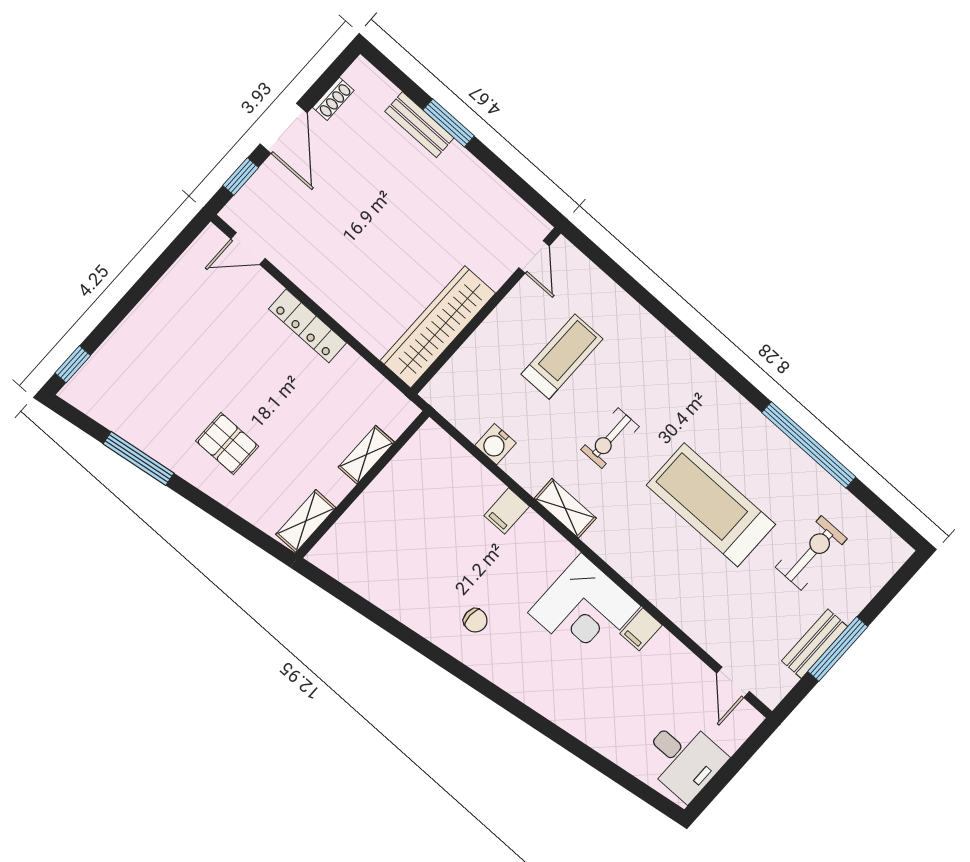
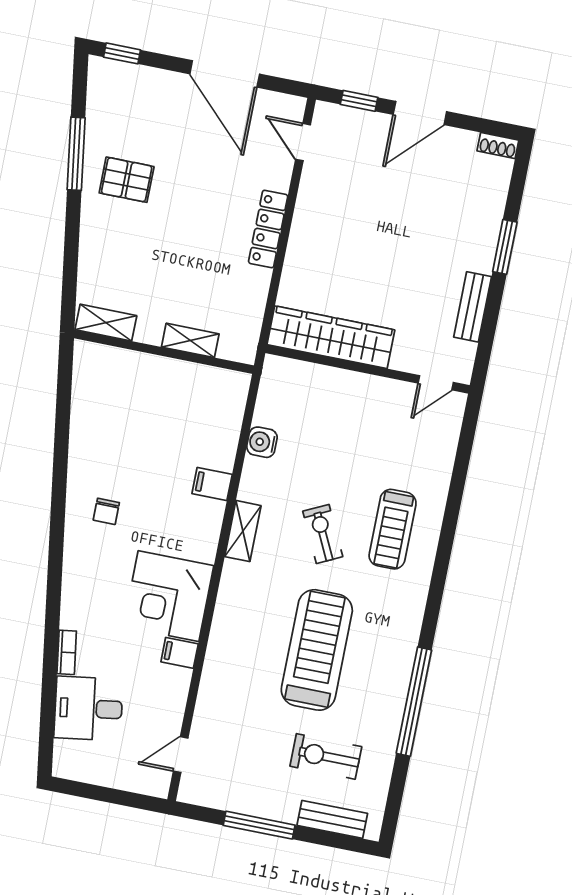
shoe rack: (333, 99) -> (498, 146), moved
bench: (419, 125) -> (473, 307), moved
door: (145, 283) -> (225, 74), added
treadmill: (562, 357) -> (393, 529), moved, turned 90
exercise bike: (610, 438) -> (323, 534), turned 64
pallet: (227, 444) -> (127, 180), moved, turned 90
exercise bike: (811, 553) -> (326, 756), turned 180
bench: (815, 644) -> (332, 819), moved
bookcase: (581, 730) -> (67, 652), added
desk: (683, 759) -> (88, 708), moved, turned 82

